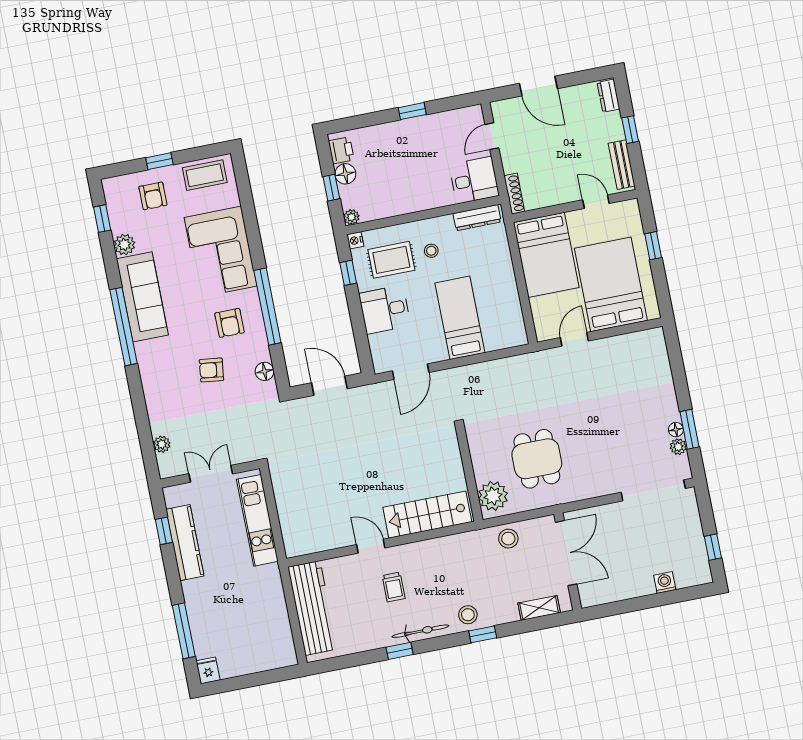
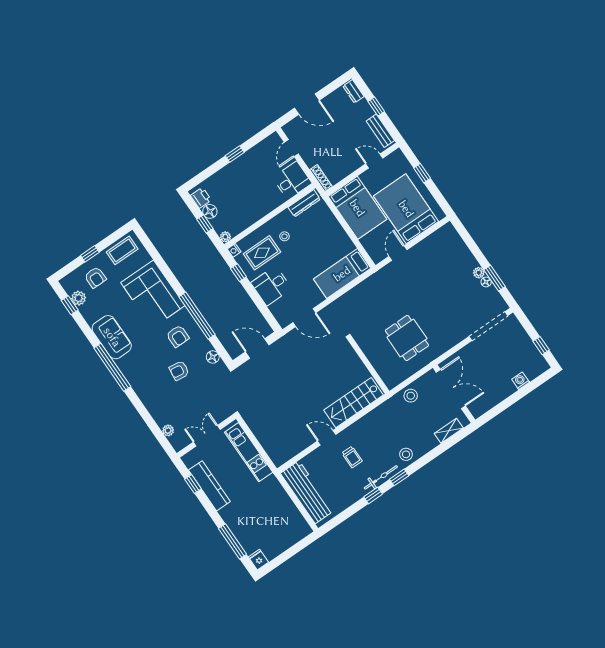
plant: (124, 245) -> (79, 298), moved
sofa: (142, 297) -> (112, 337), width x0.73
bed: (460, 318) -> (342, 274), moved, turned -90
door: (411, 372) -> (304, 318), hinge flipped
plant: (678, 447) -> (479, 273), moved
plant: (493, 496) -> (390, 373), removed
window: (483, 634) -> (399, 477), moved

